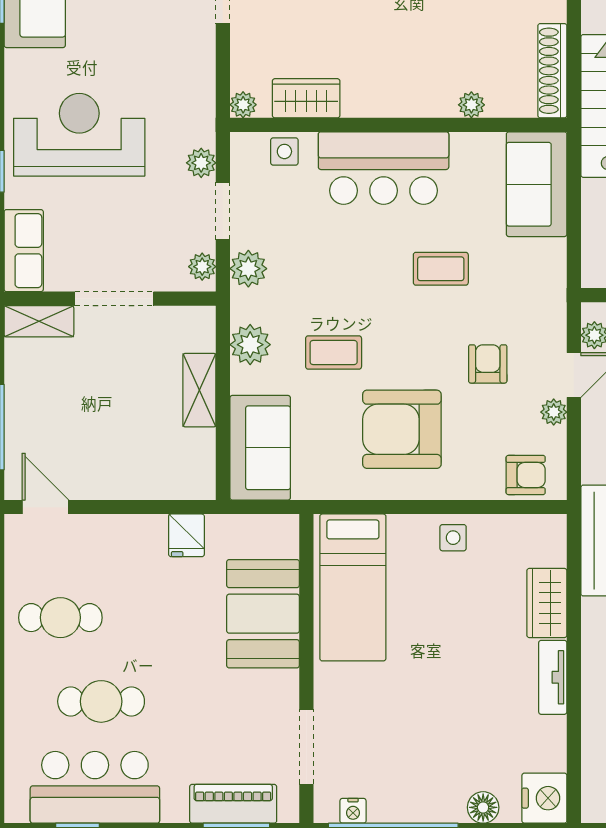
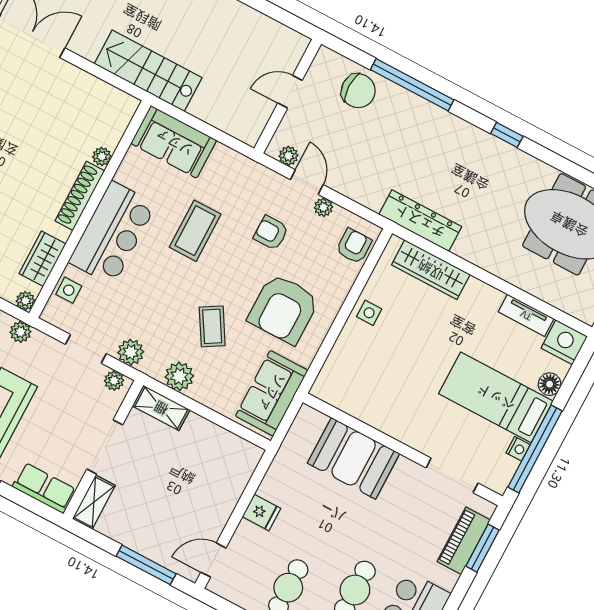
shoe rack: (552, 71) -> (80, 196), moved, turned 90
plant: (201, 163) -> (20, 332), moved
coffee table: (441, 269) -> (195, 231), width x1.36, depth x1.30
coffee table: (334, 352) -> (212, 326), turned -31
shelving: (199, 390) -> (161, 408), moved
sofa: (260, 448) -> (272, 393), moved, turned -90
fridge: (186, 535) -> (262, 512), moved
bed: (353, 587) -> (496, 397), moved, turned 180
wardrobe: (547, 603) -> (431, 270), width x1.50
tv unit: (553, 677) -> (526, 315), moved
nightstand: (353, 811) -> (518, 449), moved

